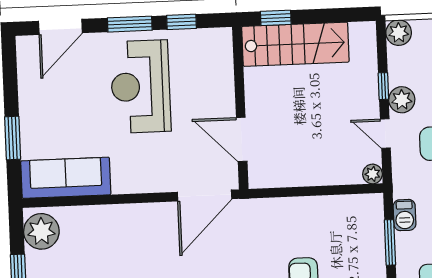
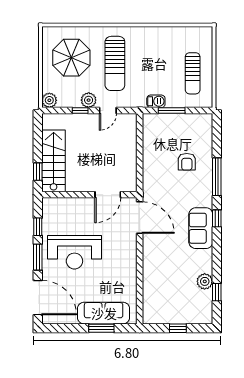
door: (60, 27) -> (38, 298), width x1.36
plant: (373, 174) -> (131, 119), removed
sofa: (66, 178) -> (104, 313), moved, turned 90
plant: (41, 231) -> (157, 314), removed

